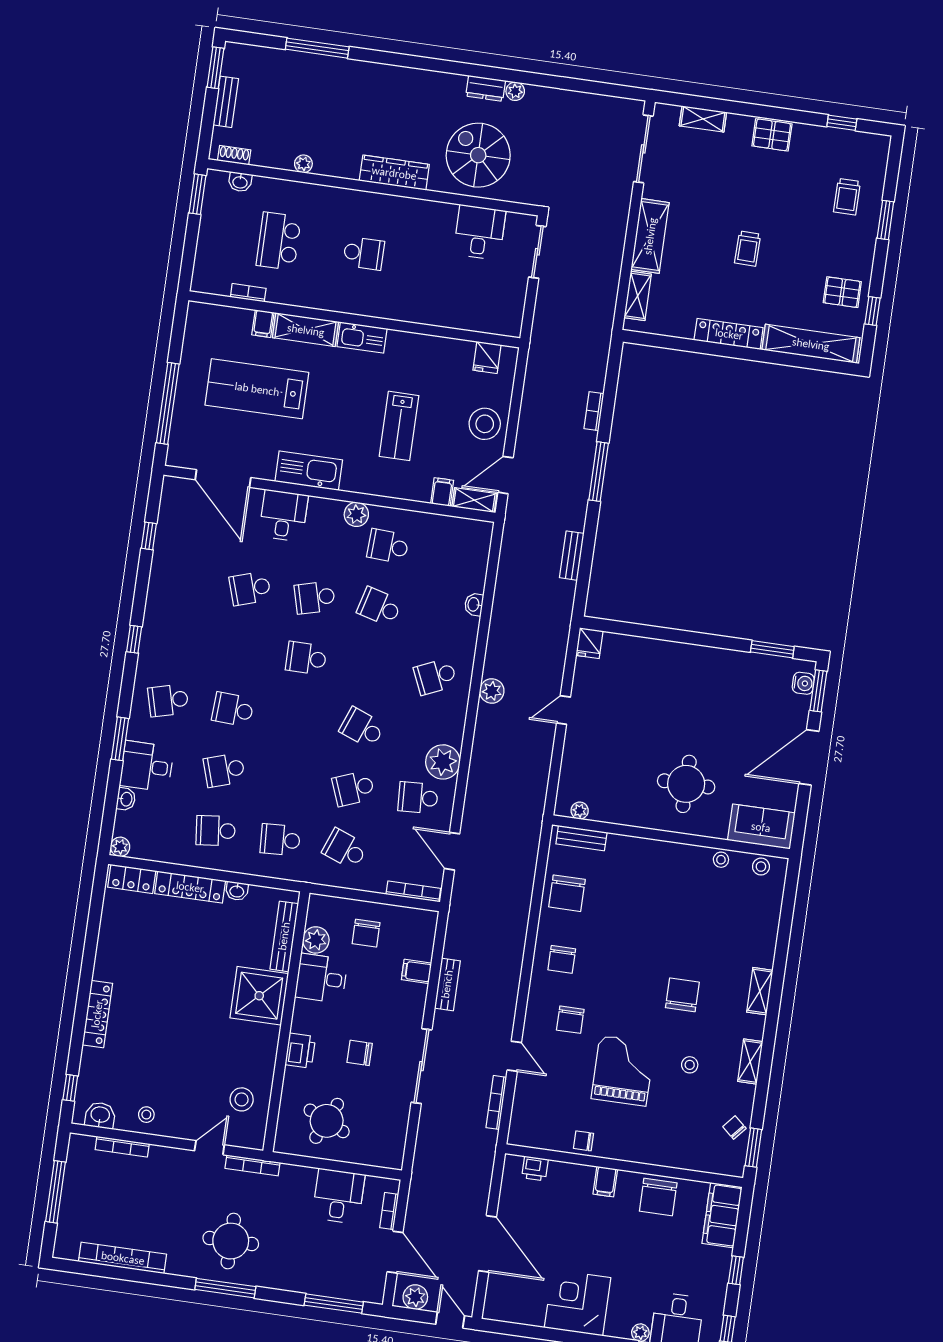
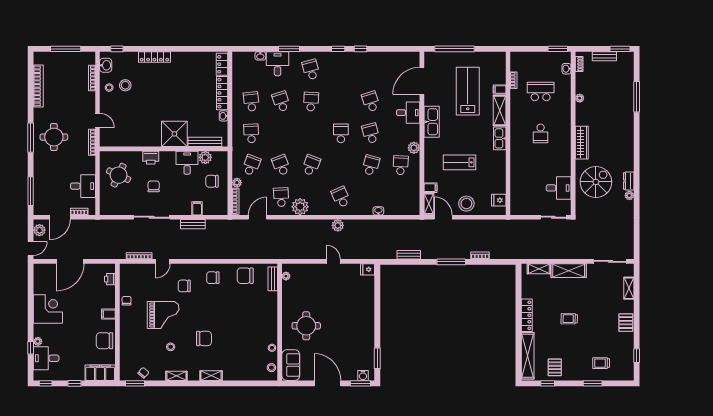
window: (149, 536) -> (361, 49), moved
plant: (120, 847) -> (237, 183), moved
stool: (242, 1099) -> (125, 85), moved

